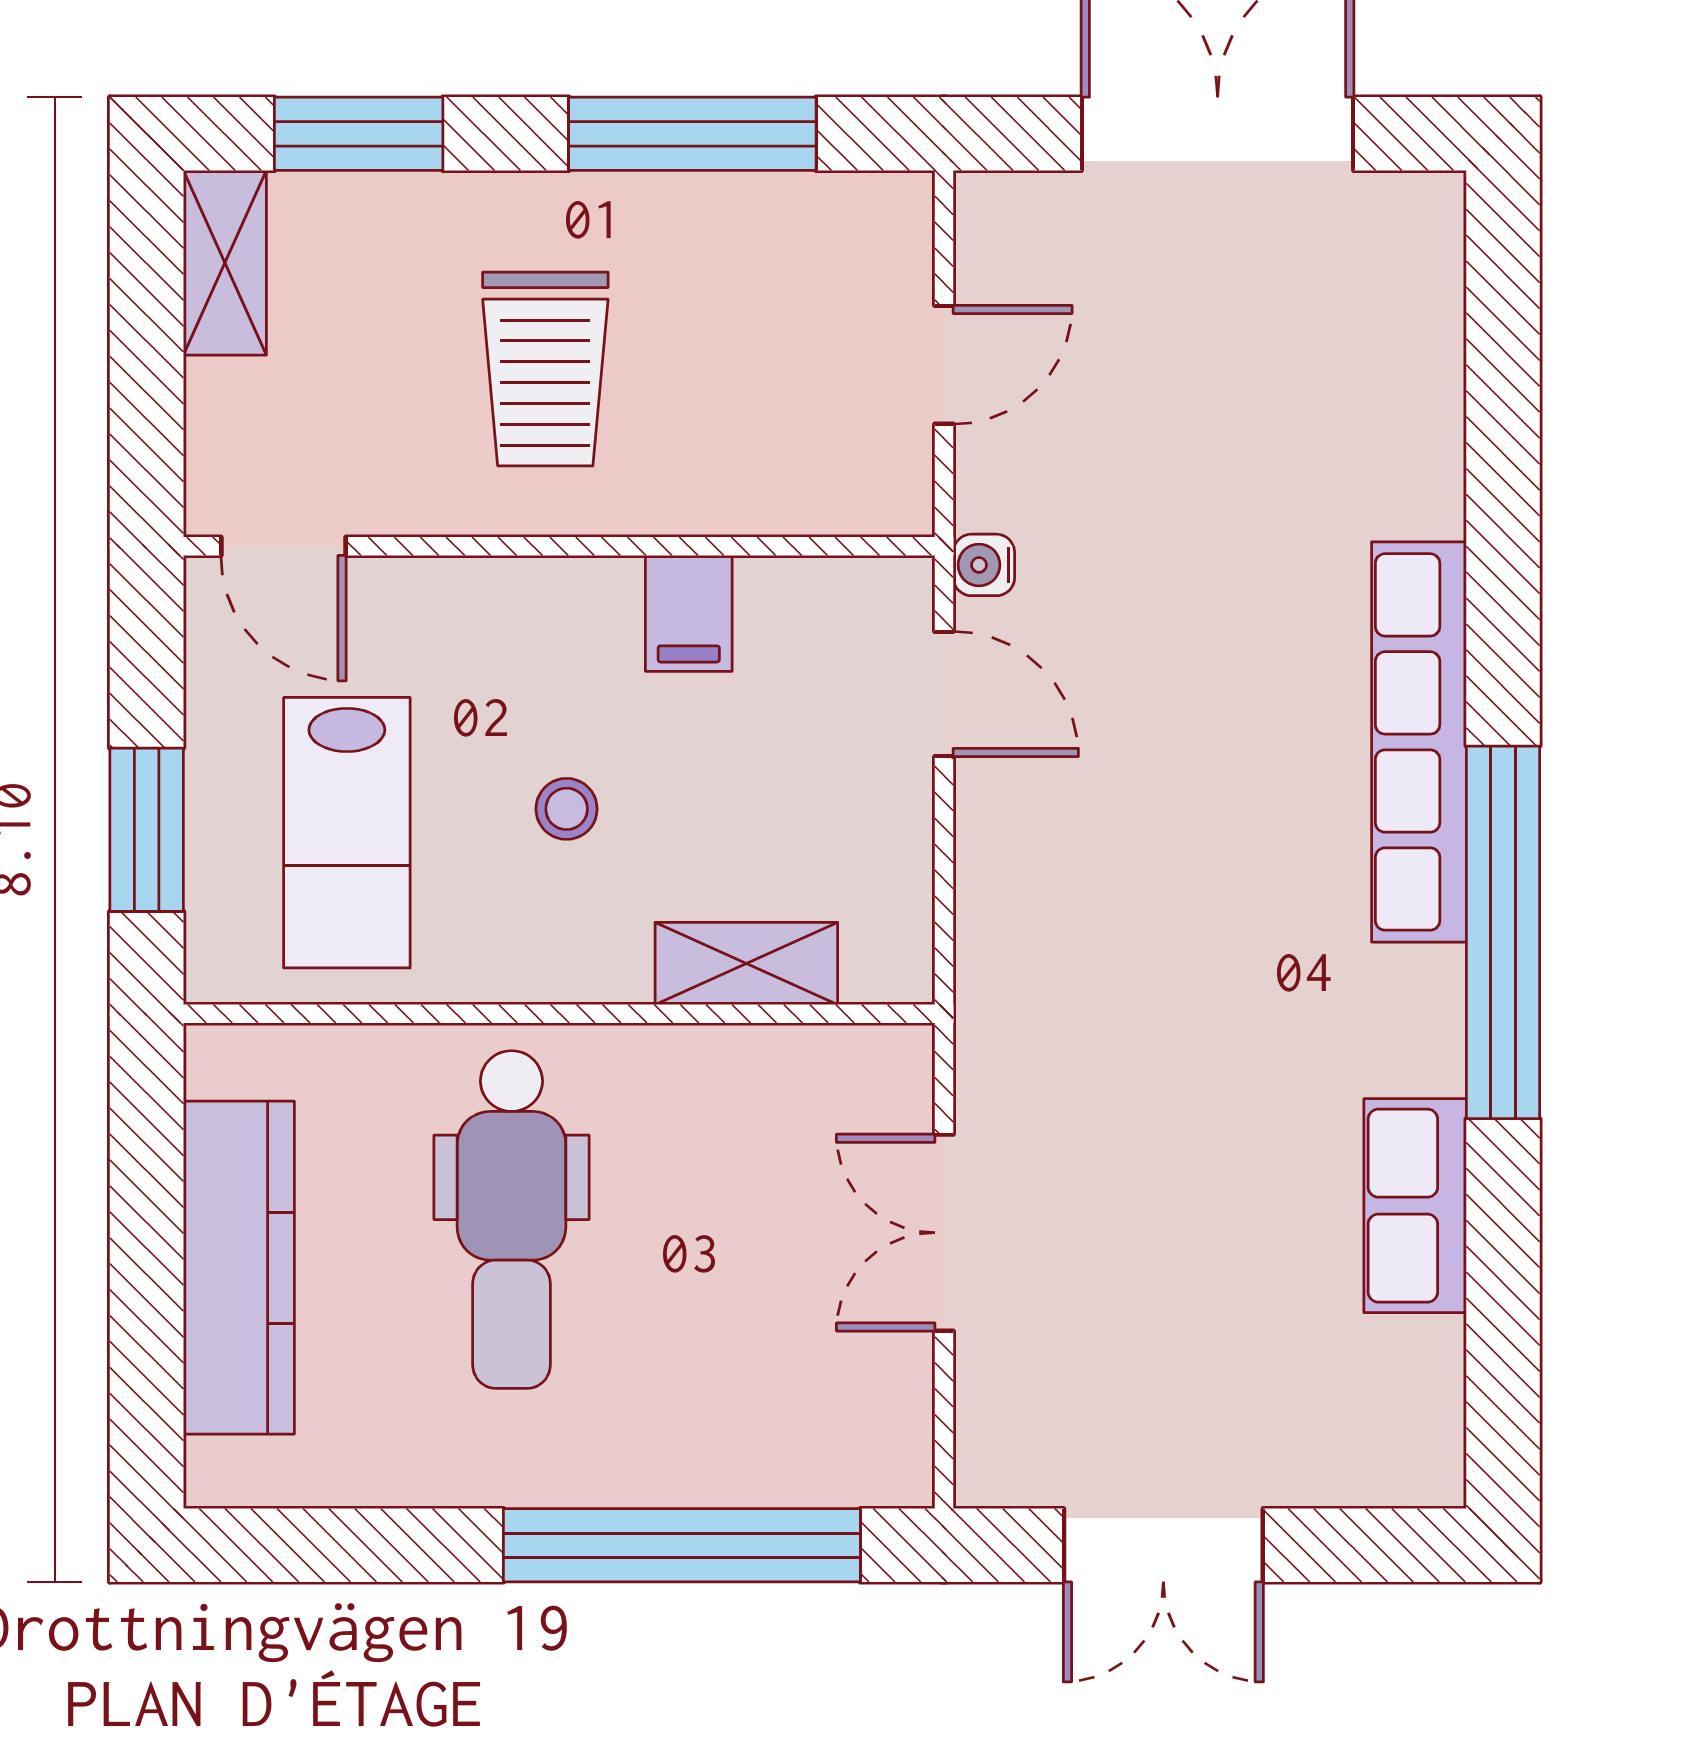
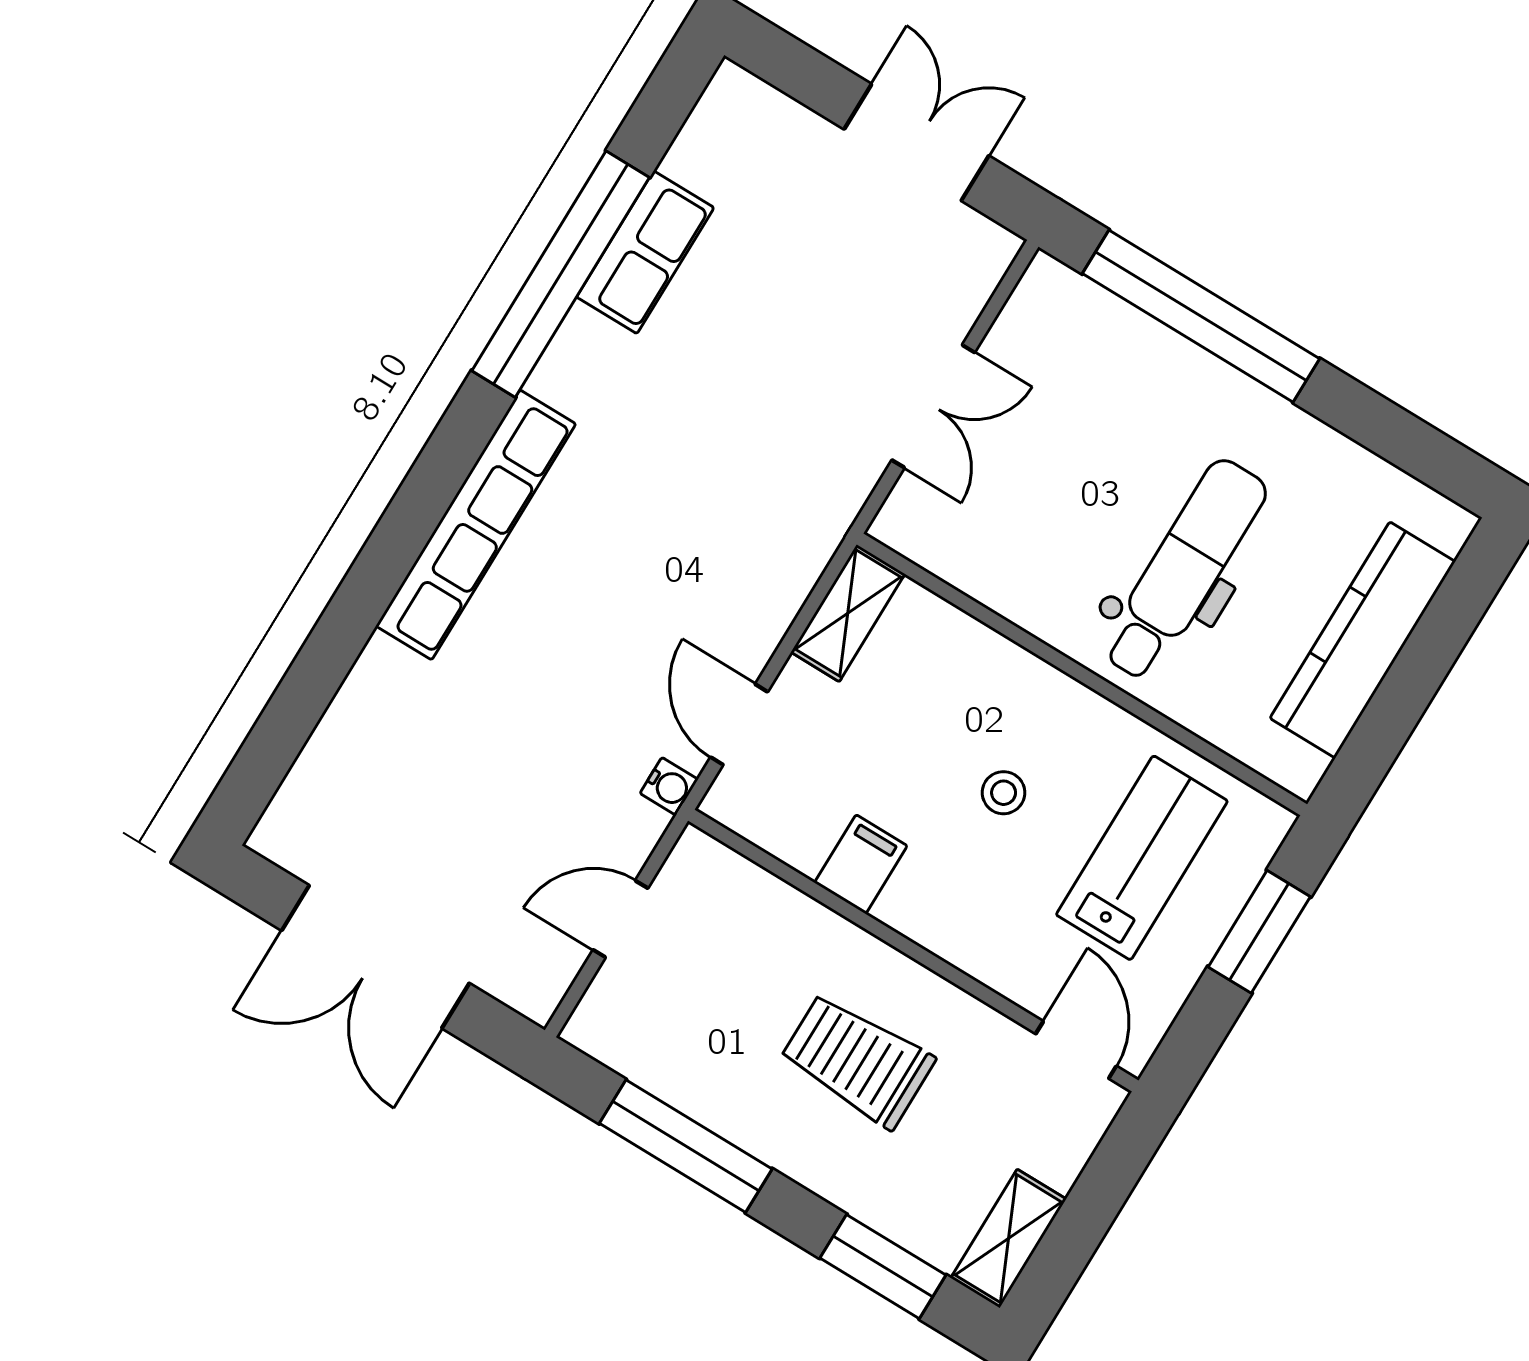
trolley: (545, 369) -> (857, 1060), turned -90
window: (1503, 932) -> (561, 274), moved
shelving: (746, 963) -> (848, 613), moved, turned 90

